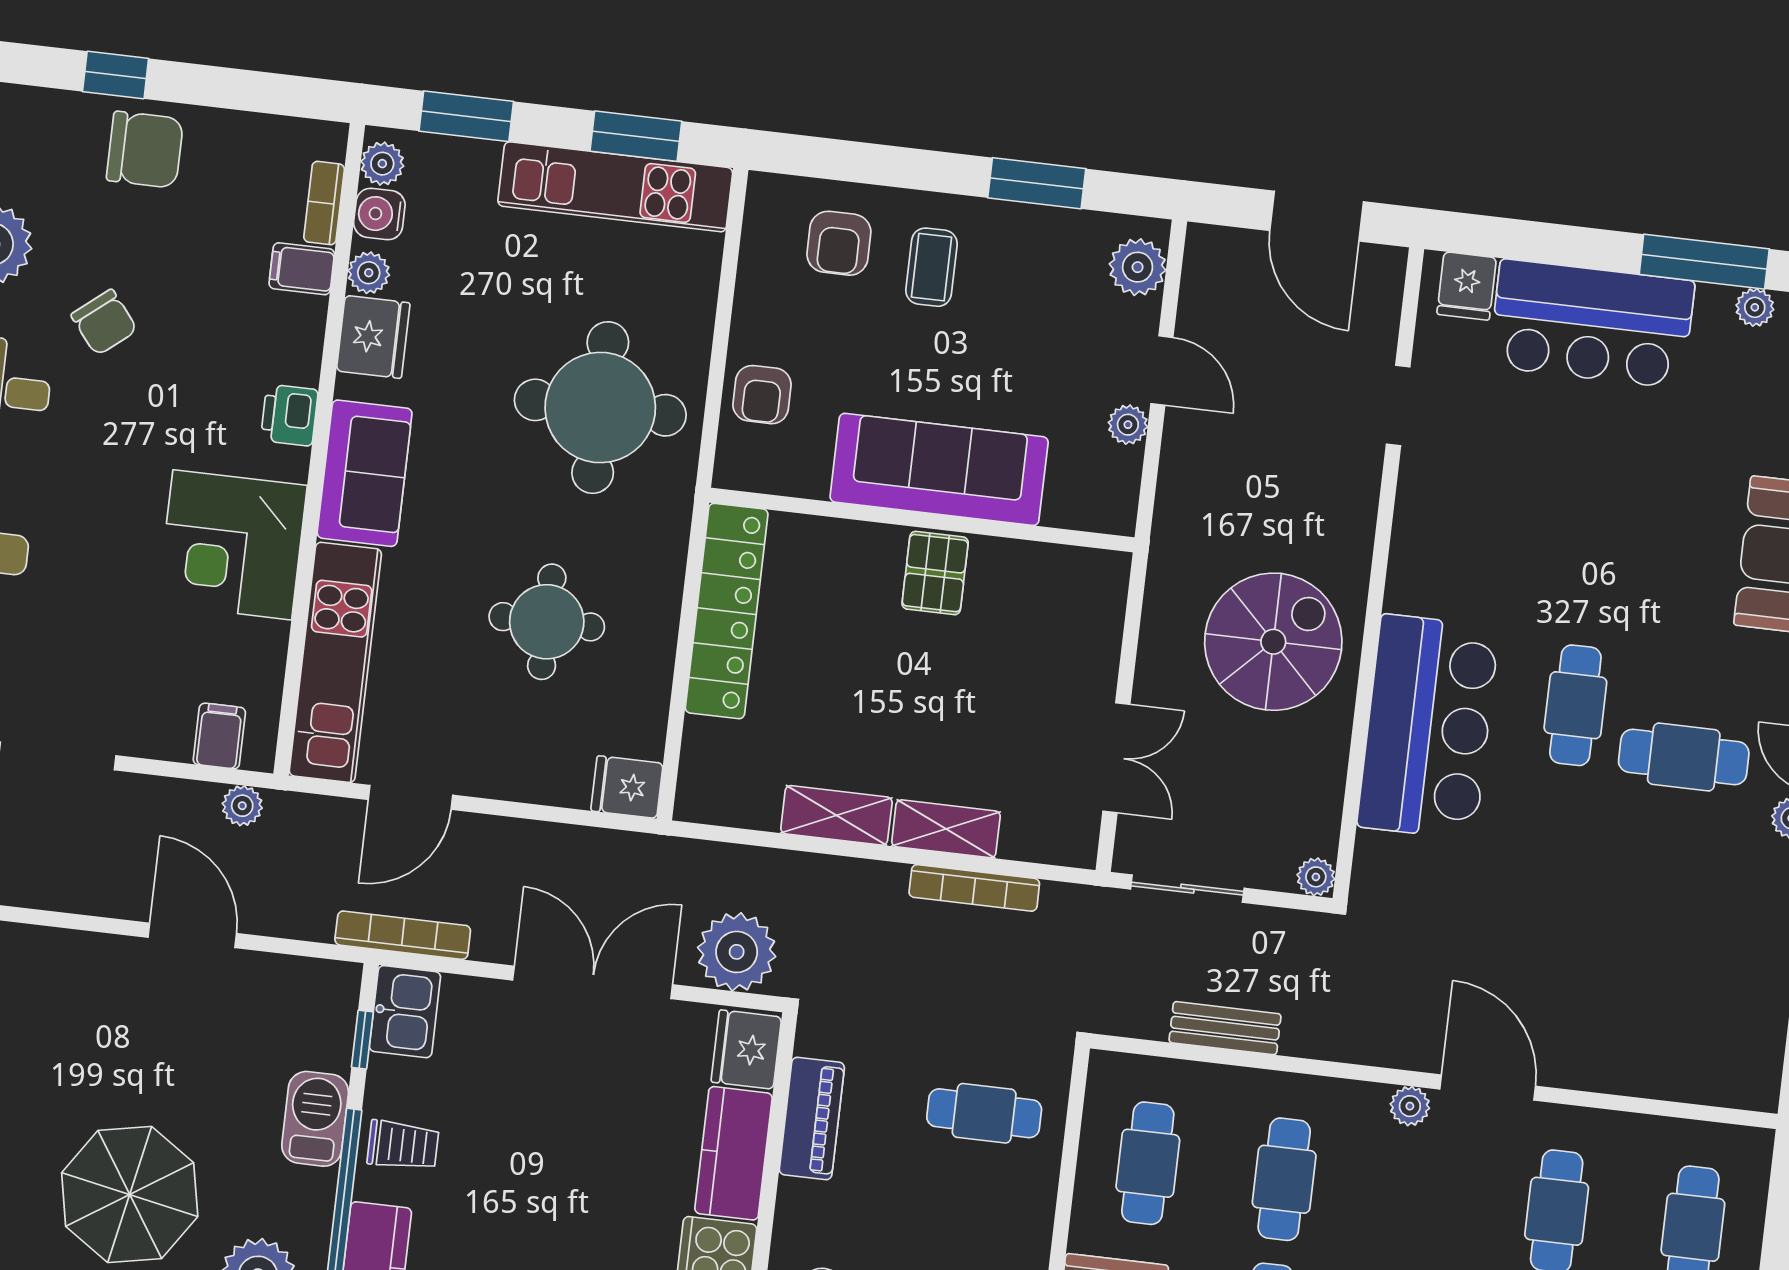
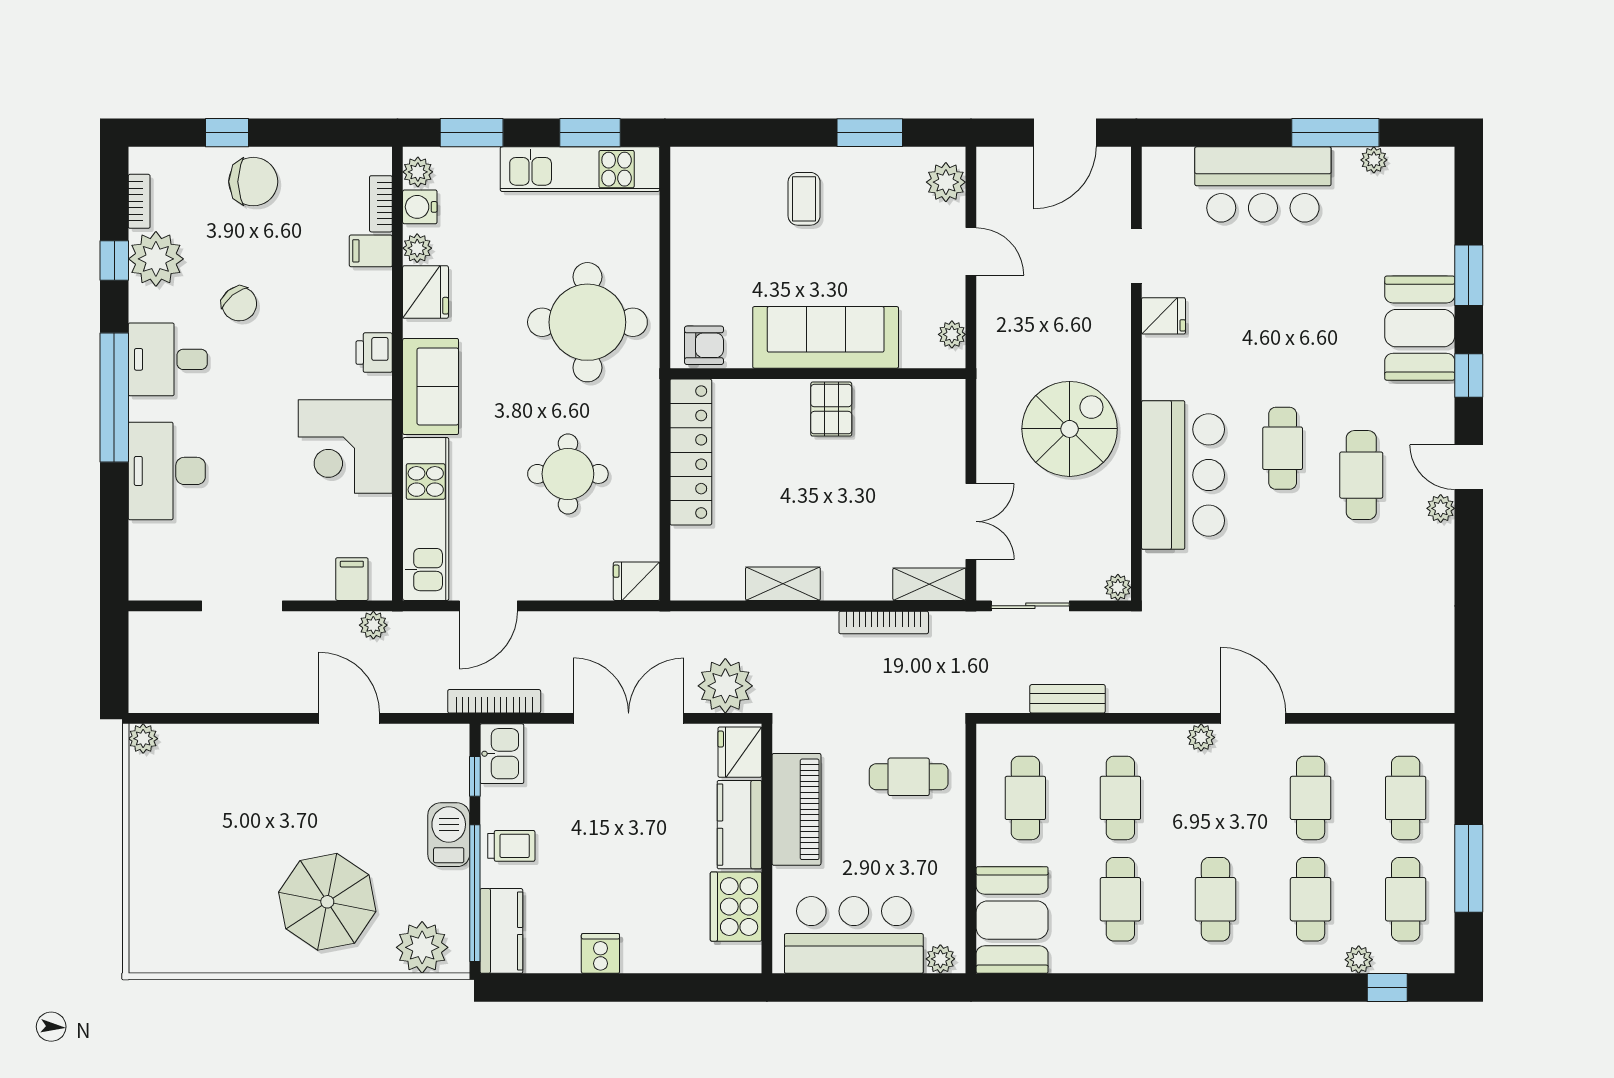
door: (1317, 216) -> (1065, 133), hinge flipped
armchair: (839, 243) -> (738, 190), removed
fridge: (1467, 286) -> (1163, 316), moved, turned -90
armchair: (762, 395) -> (704, 345), moved, turned -90
plant: (1128, 425) -> (952, 334), moved
cafe table: (1684, 757) -> (1361, 475), turned 90
shelving: (946, 829) -> (929, 584), moved
piano: (812, 1118) -> (796, 809), width x1.37, depth x1.33

